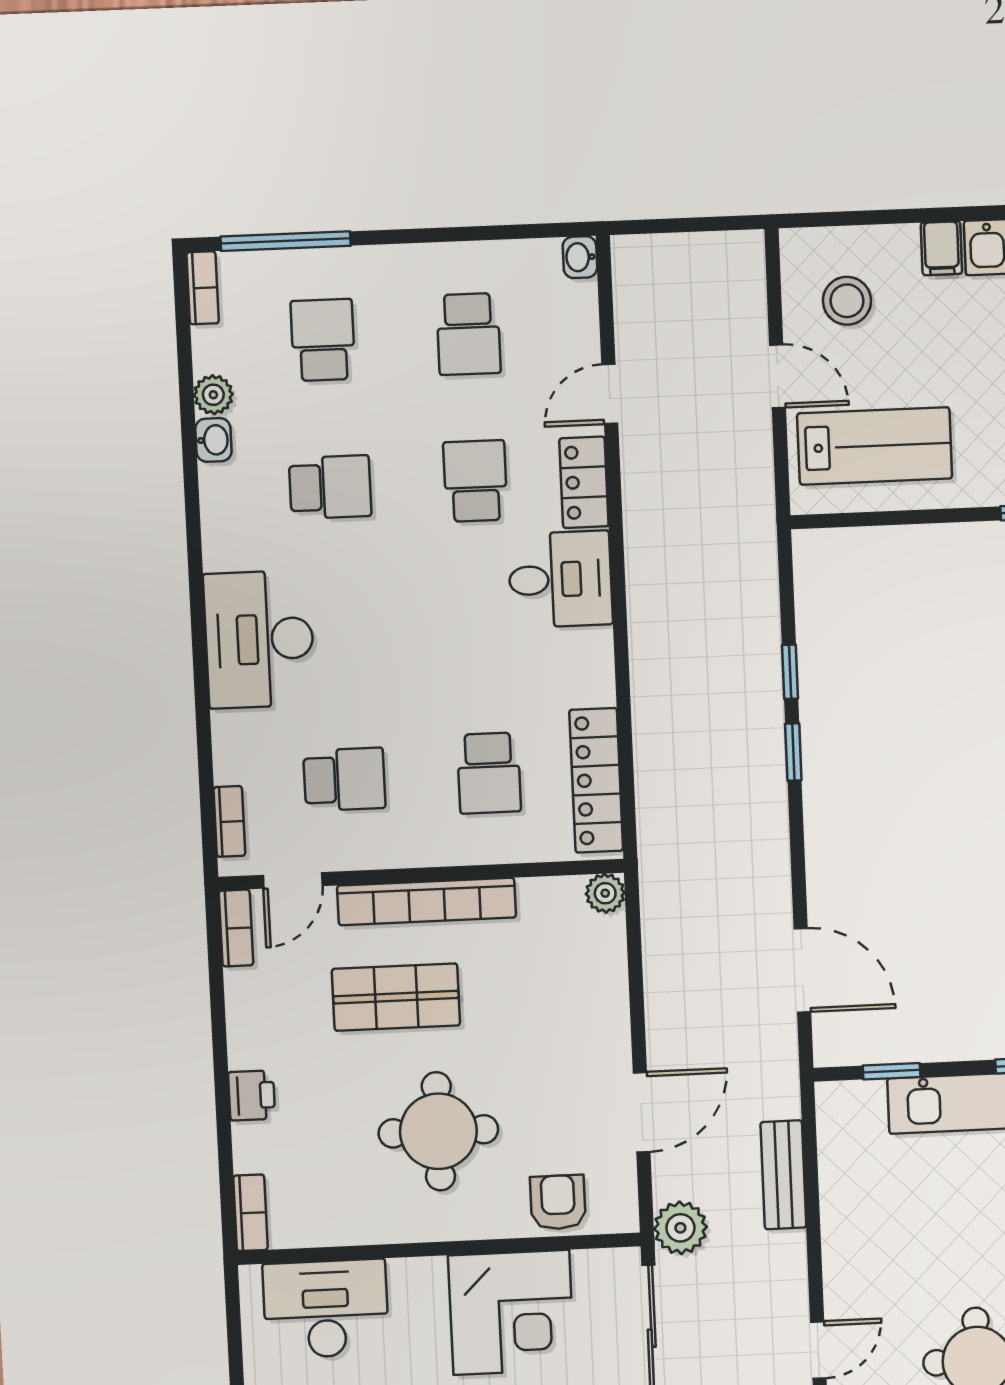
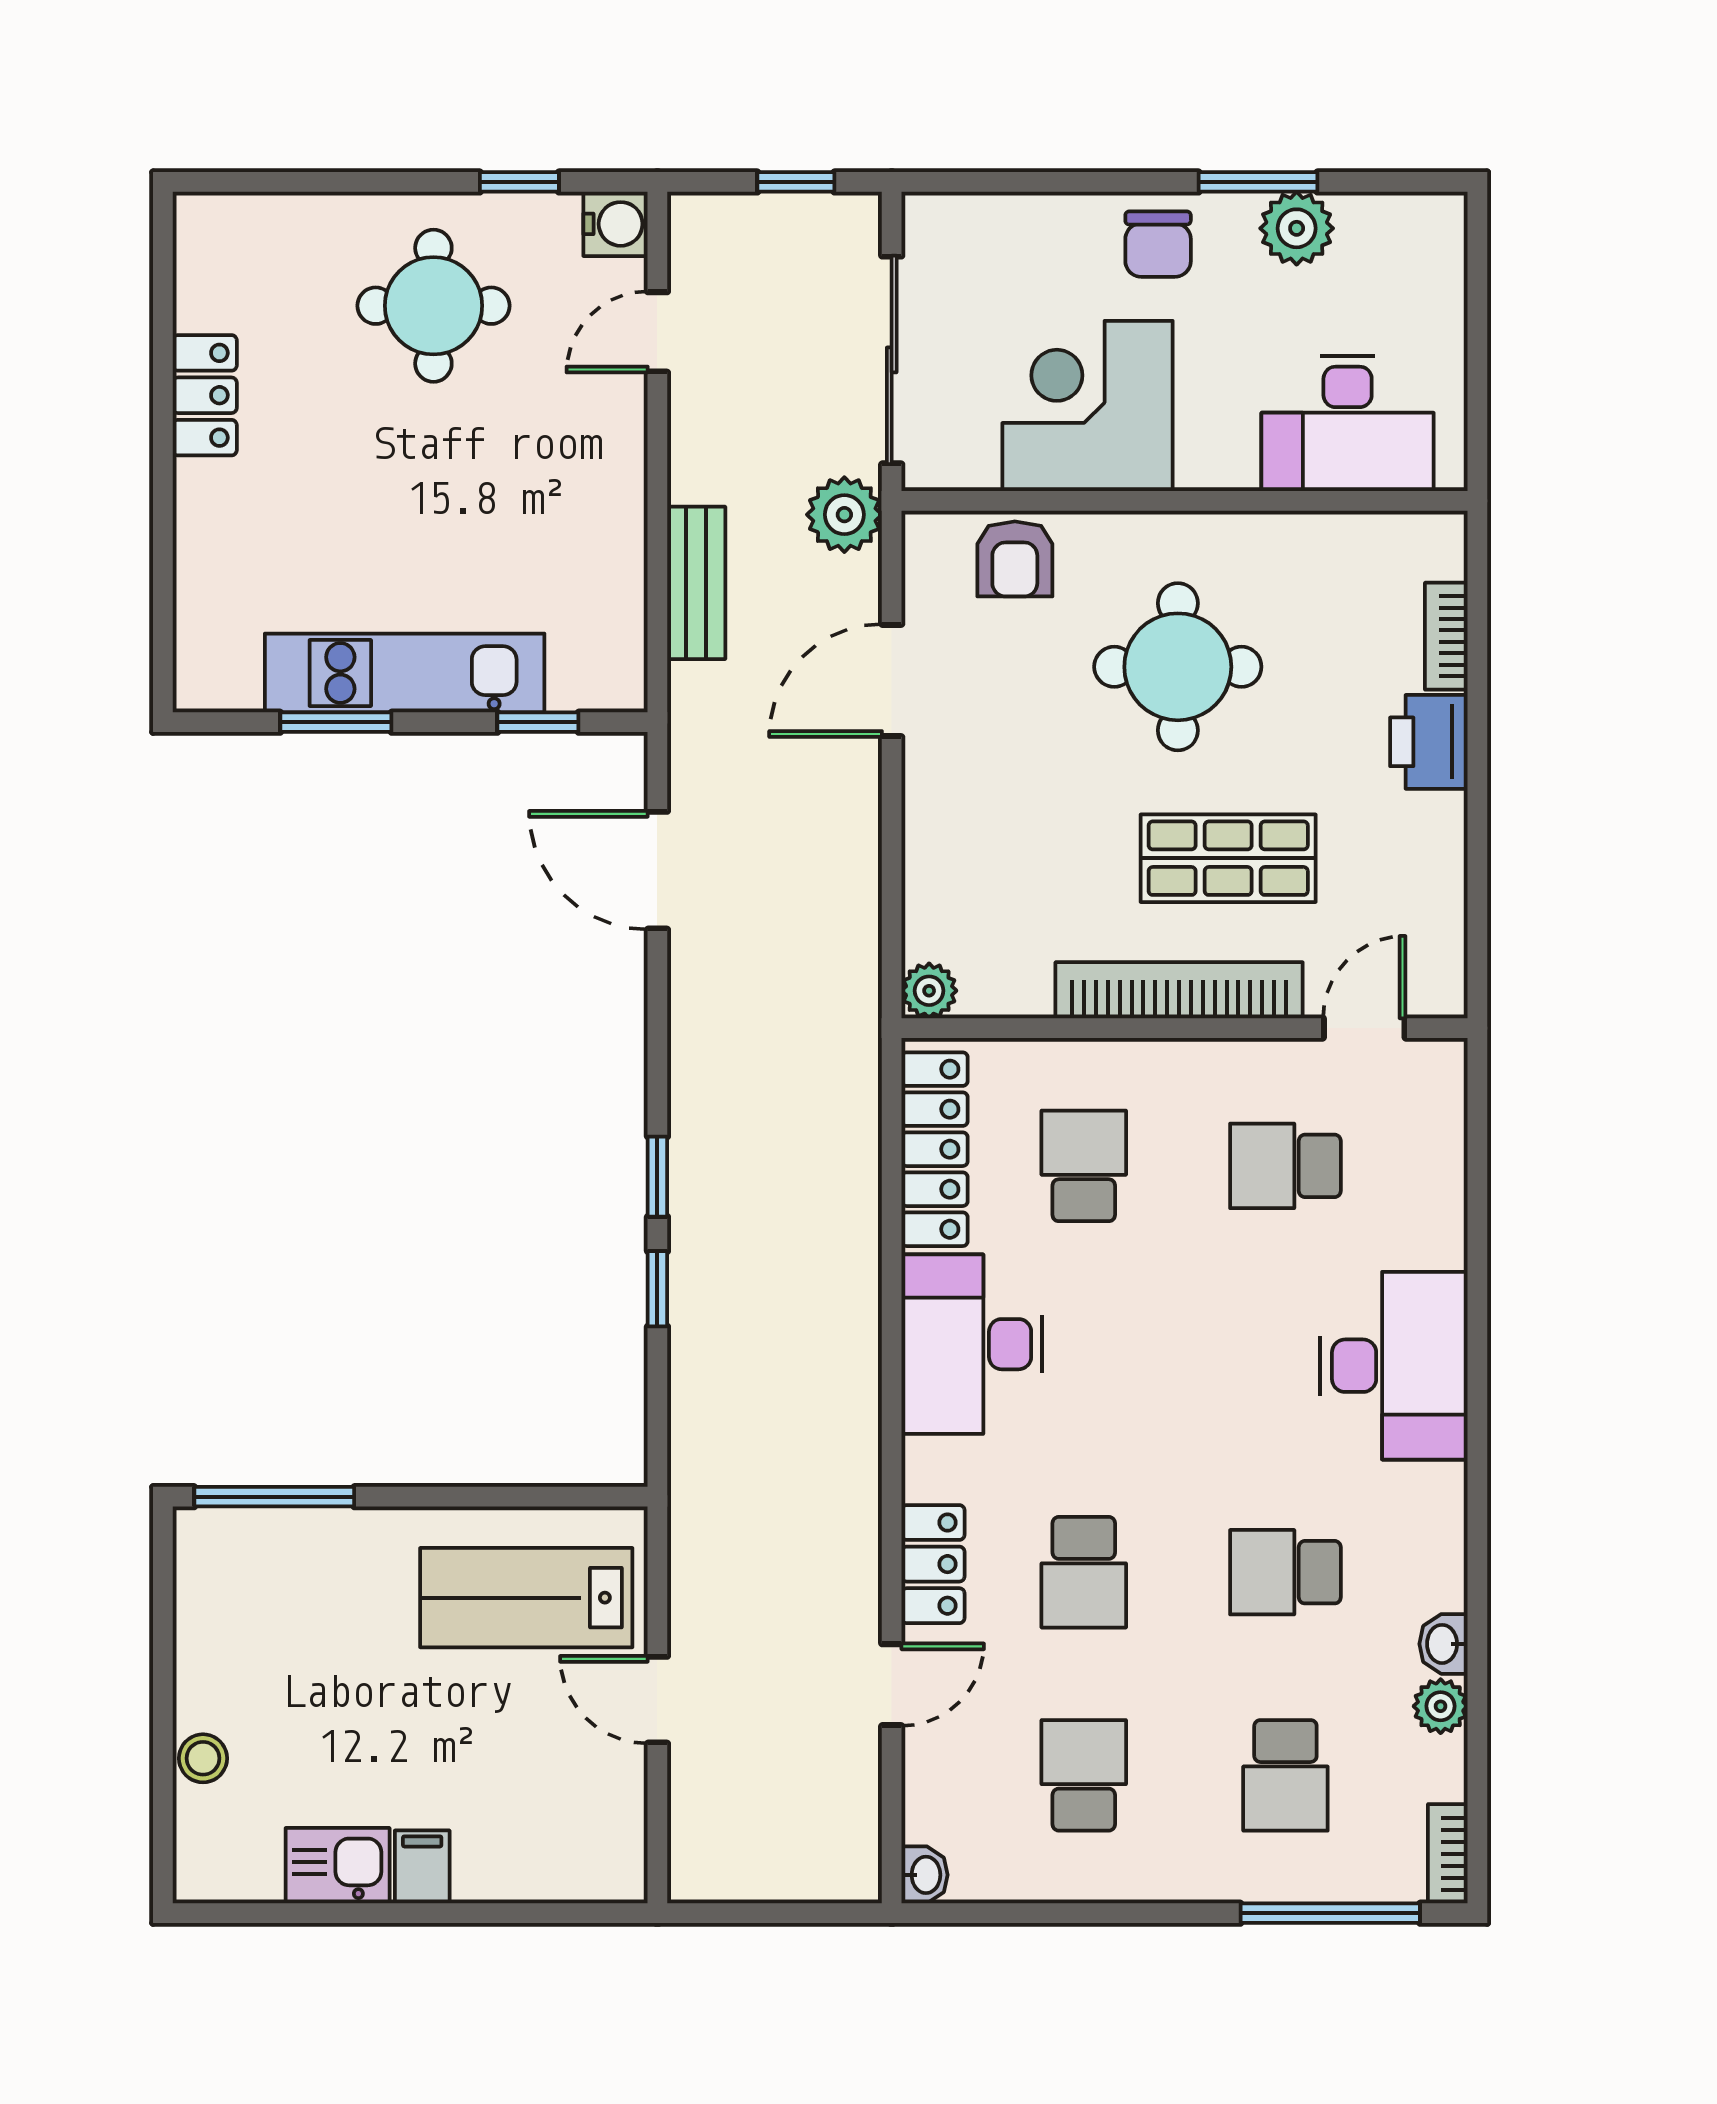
stool: (847, 301) -> (557, 1800), removed
desk: (560, 579) -> (972, 1344), moved, width x1.37
bookcase: (229, 821) -> (1448, 1114), removed
bookcase: (236, 928) -> (1446, 965), removed
printer: (252, 1095) -> (1429, 742), width x1.36, depth x1.24
bookcase: (250, 1213) -> (1446, 636), moved

